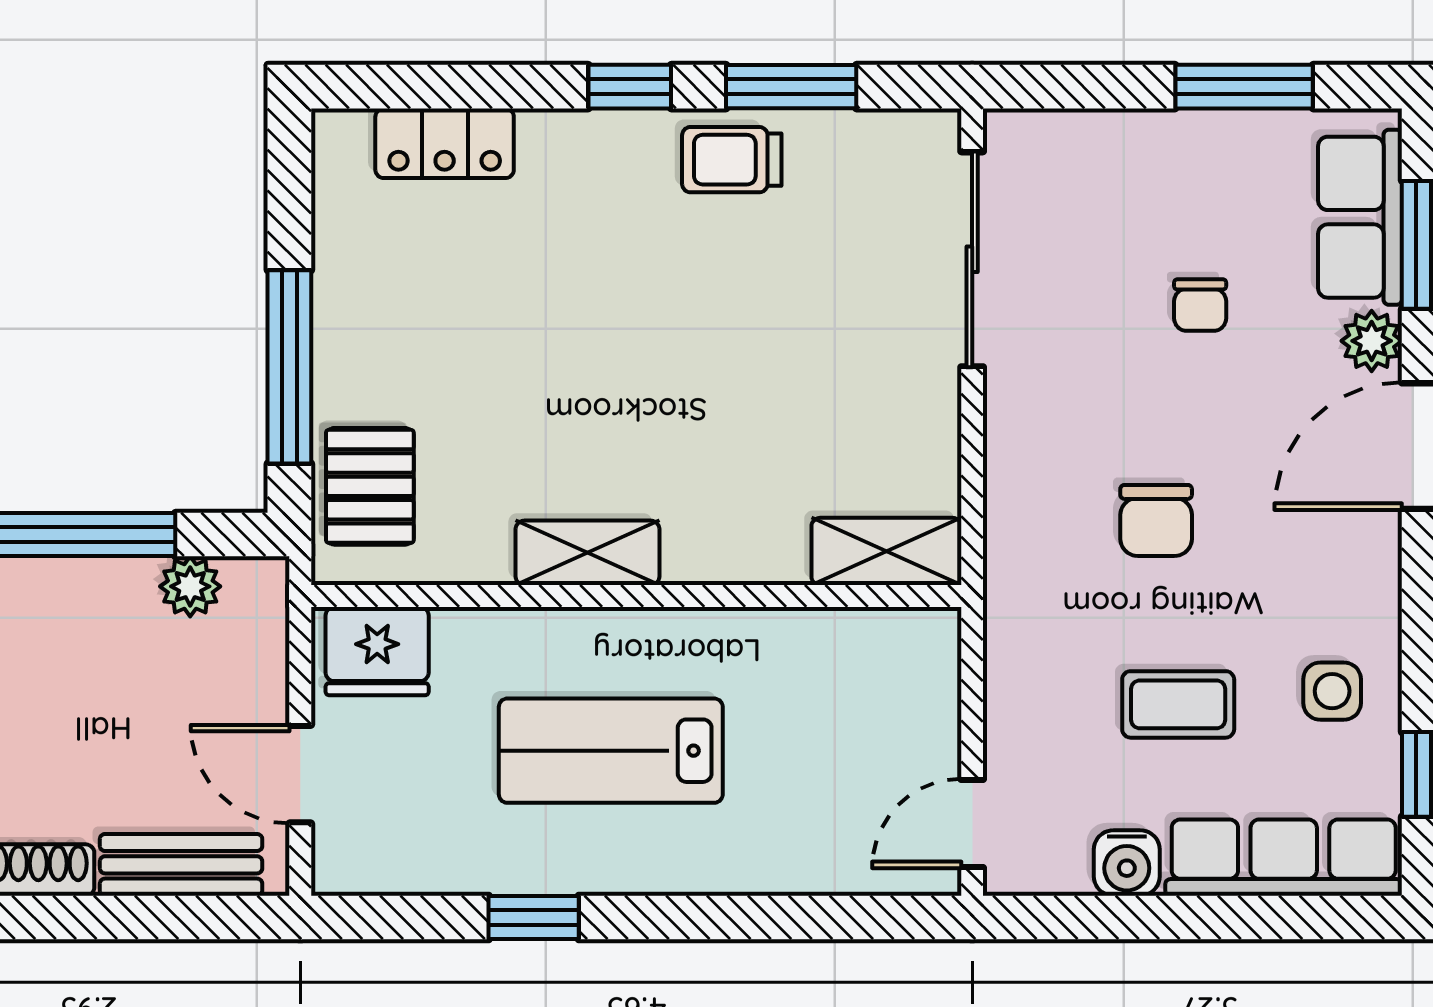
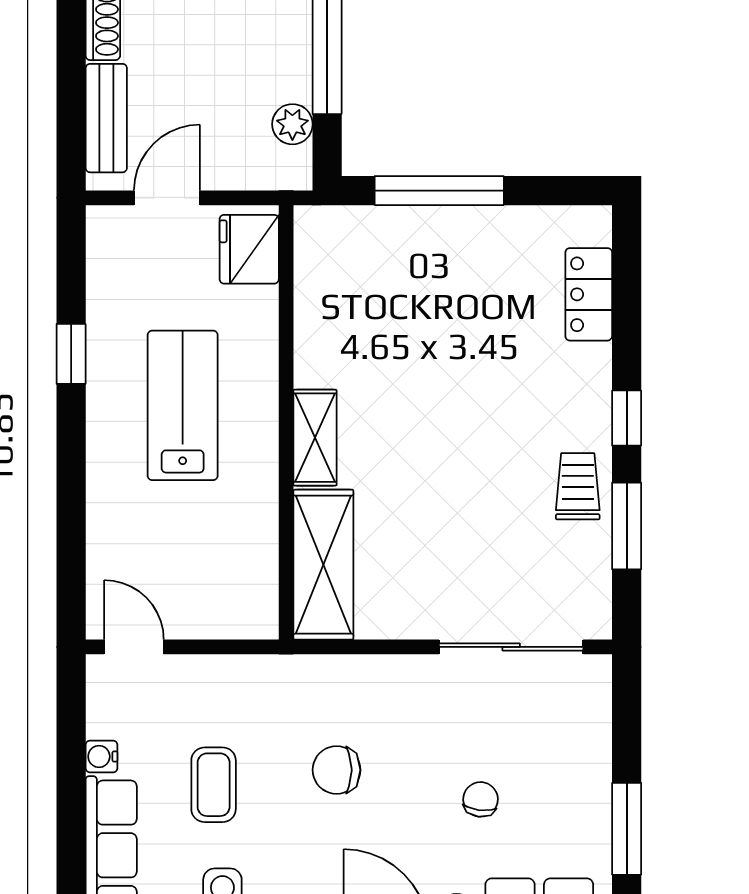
chair: (1200, 305) -> (481, 799), turned 97
pallet: (370, 486) -> (359, 244), removed
shelving: (886, 551) -> (323, 565), width x1.50, depth x1.33
shelving: (587, 553) -> (315, 438), moved
water cooler: (1127, 863) -> (101, 756), width x0.72, depth x0.72

